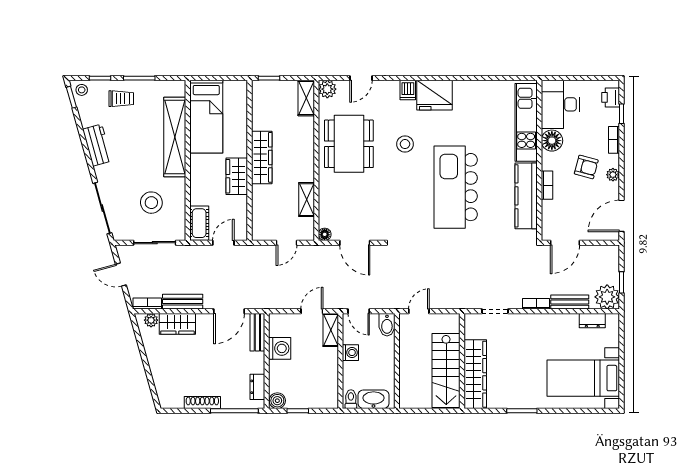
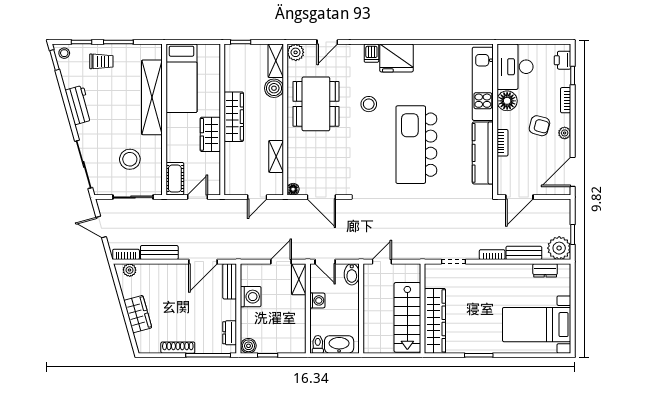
boiler: (304, 127) -> (274, 88), added
wardrobe: (177, 324) -> (138, 314), moved, turned -106

